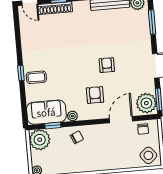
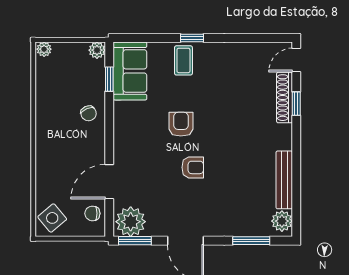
armchair: (95, 95) -> (181, 124), moved, turned -90
plant: (72, 116) -> (121, 109), removed
door: (121, 120) -> (109, 182), swing flipped
plant: (40, 140) -> (97, 50), width x0.53, depth x0.53

